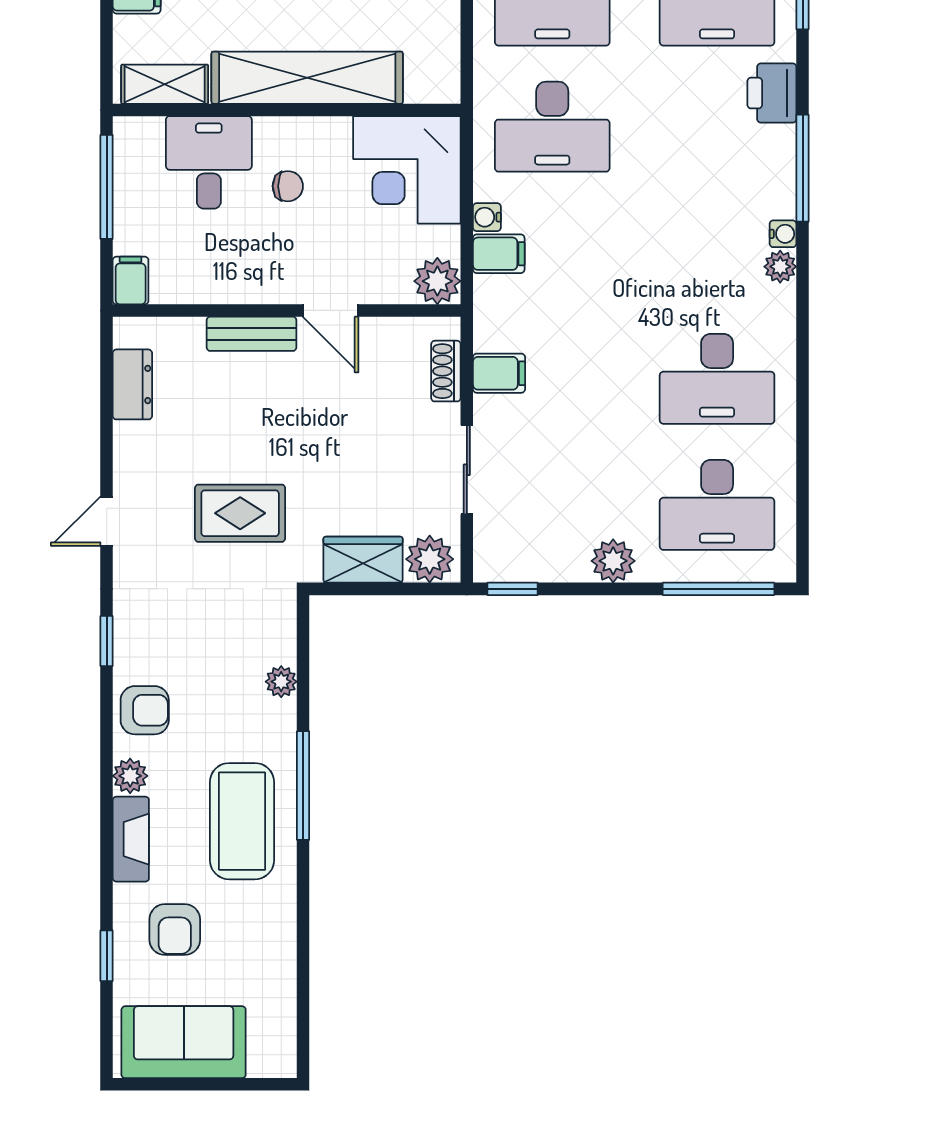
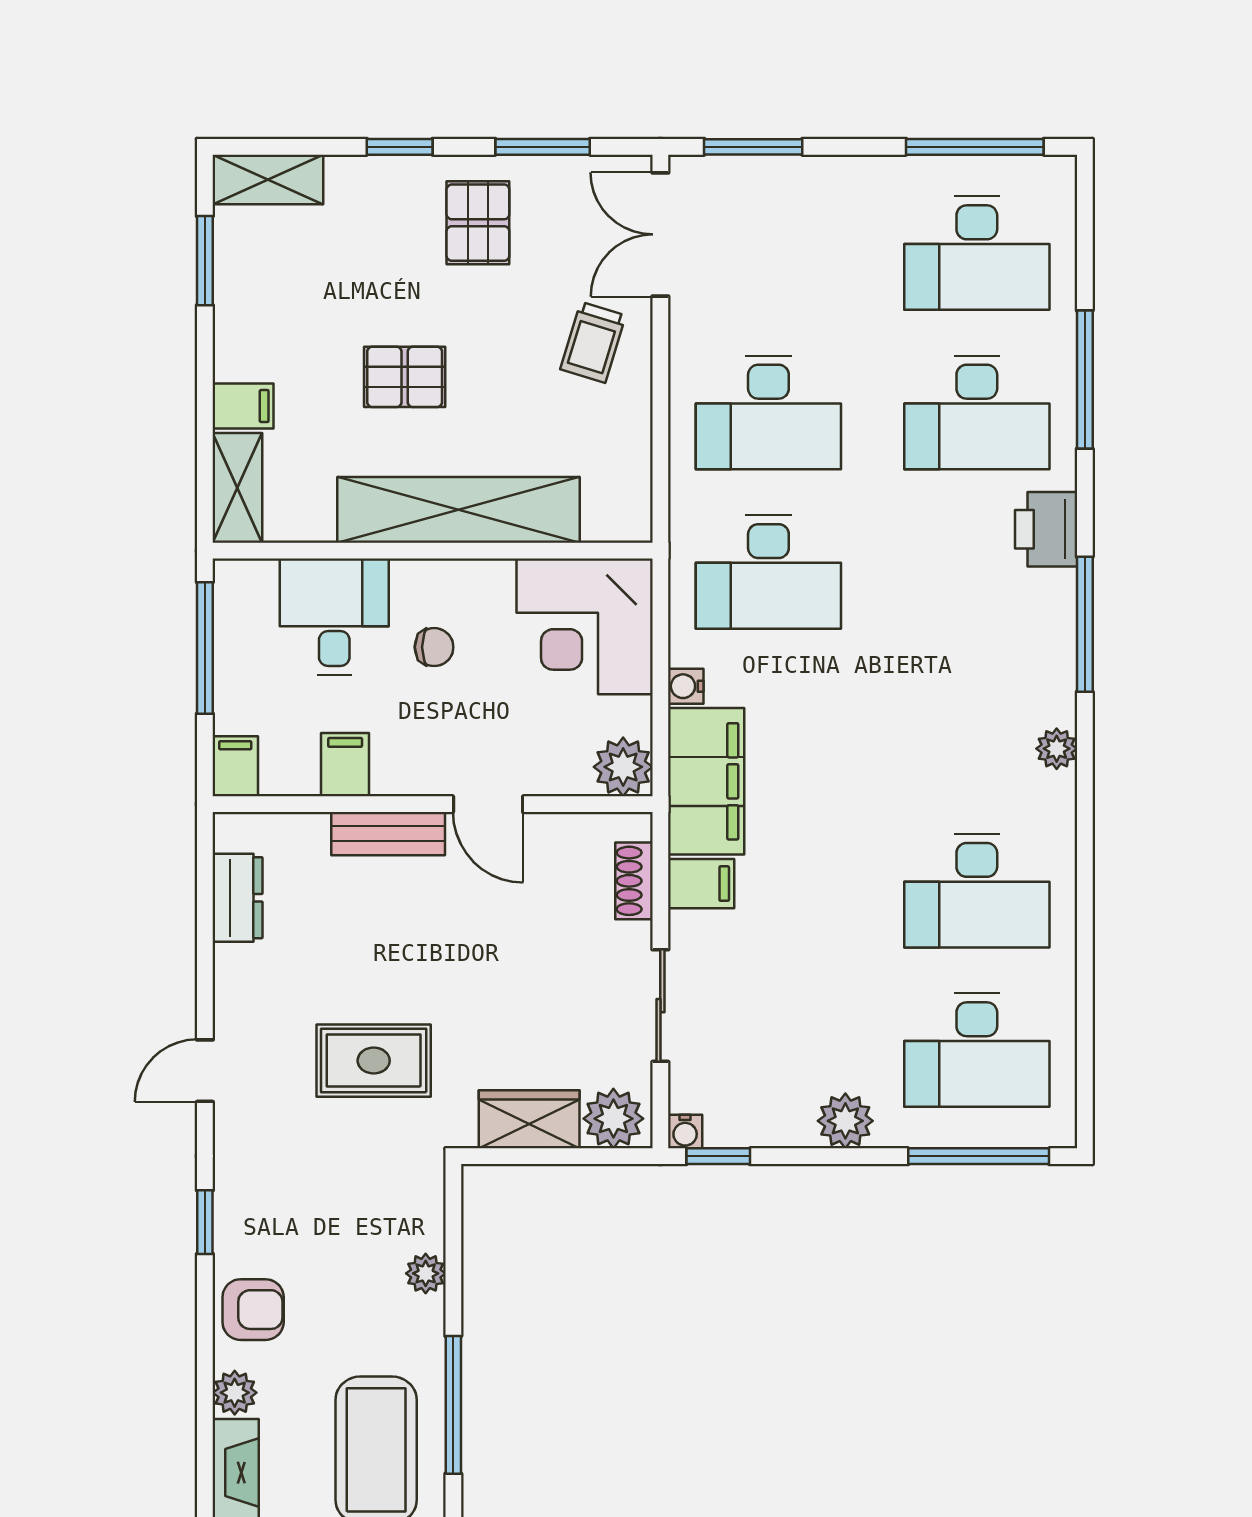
shelving: (165, 84) -> (237, 488), moved, turned 90
water cooler: (783, 234) -> (685, 1132), moved, turned 90
filing cabinet: (499, 254) -> (706, 781), width x3.00, depth x1.17
filing cabinet: (217, 279) -> (345, 765), added

